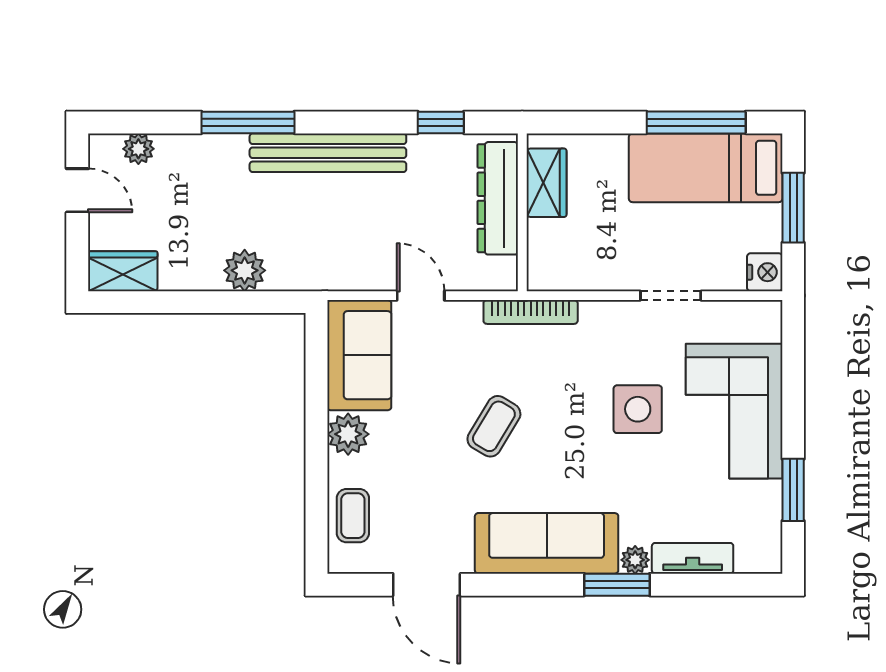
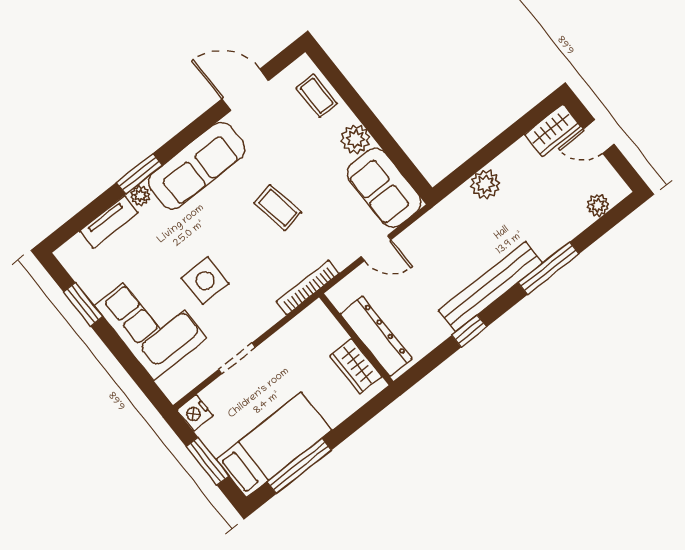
window: (441, 122) -> (469, 331), moved
door: (77, 190) -> (599, 137), moved
coffee table: (494, 426) -> (278, 208), turned -41

